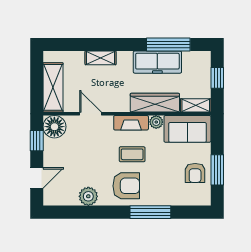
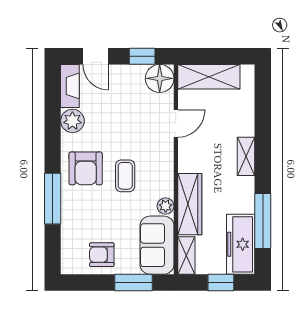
shelving: (101, 58) -> (246, 156), moved
freezer: (157, 62) -> (241, 244), moved
fireplace: (131, 123) -> (70, 86), moved, turned 180
window: (217, 170) -> (134, 283), moved

